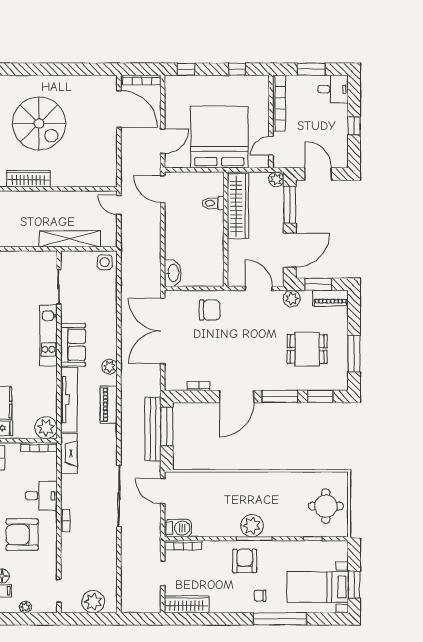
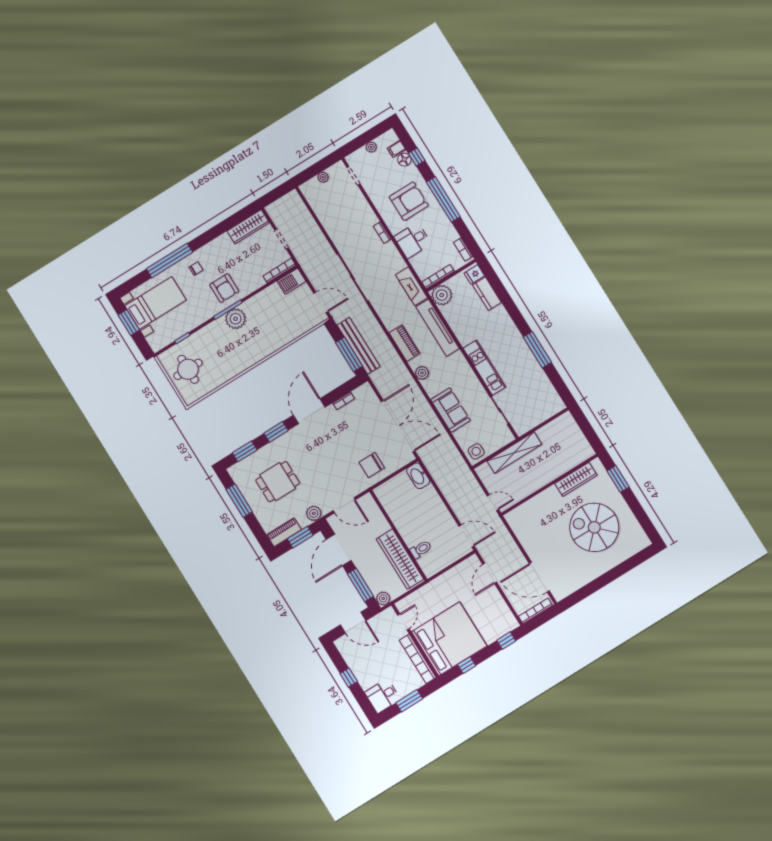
bed: (219, 137) -> (449, 639), moved, turned -90
sofa: (73, 345) -> (450, 410), moved, turned 180
window: (280, 396) -> (276, 432), width x0.69
plant: (93, 602) -> (323, 177), width x0.53, depth x0.53

